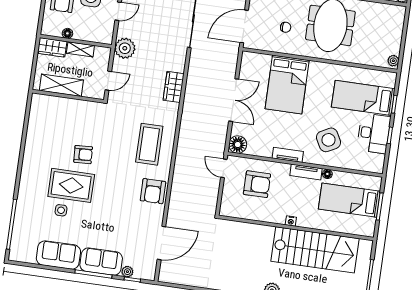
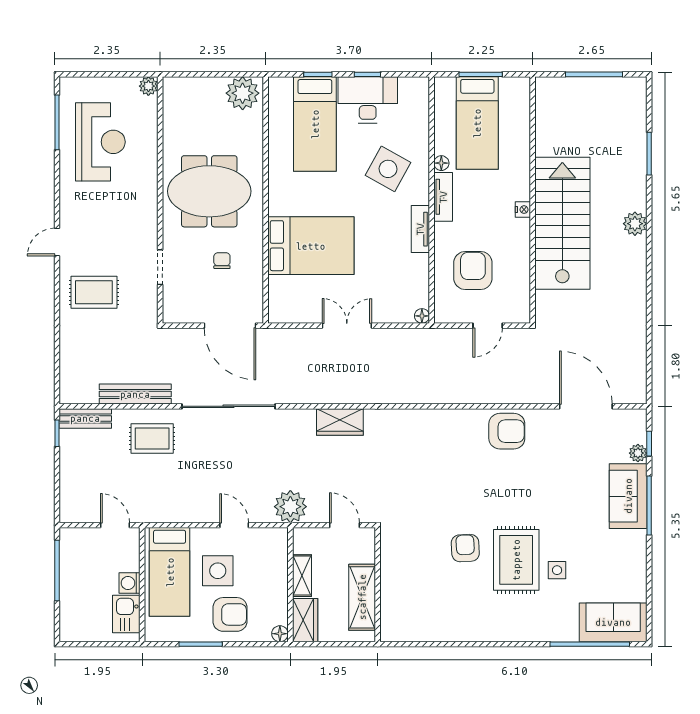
floor lamp: (67, 33) -> (280, 634), moved
plant: (393, 61) -> (243, 93), width x1.87, depth x1.87
double door: (234, 100) -> (347, 326), width x0.73
side table: (328, 140) -> (388, 169), turned -33
coffee table: (149, 144) -> (434, 447), removed
floor lamp: (238, 145) -> (422, 316), width x0.53, depth x0.53
door: (224, 168) -> (488, 326), moved
stairs: (315, 250) -> (562, 223), moved
sofa: (58, 255) -> (613, 622), moved, turned 90

